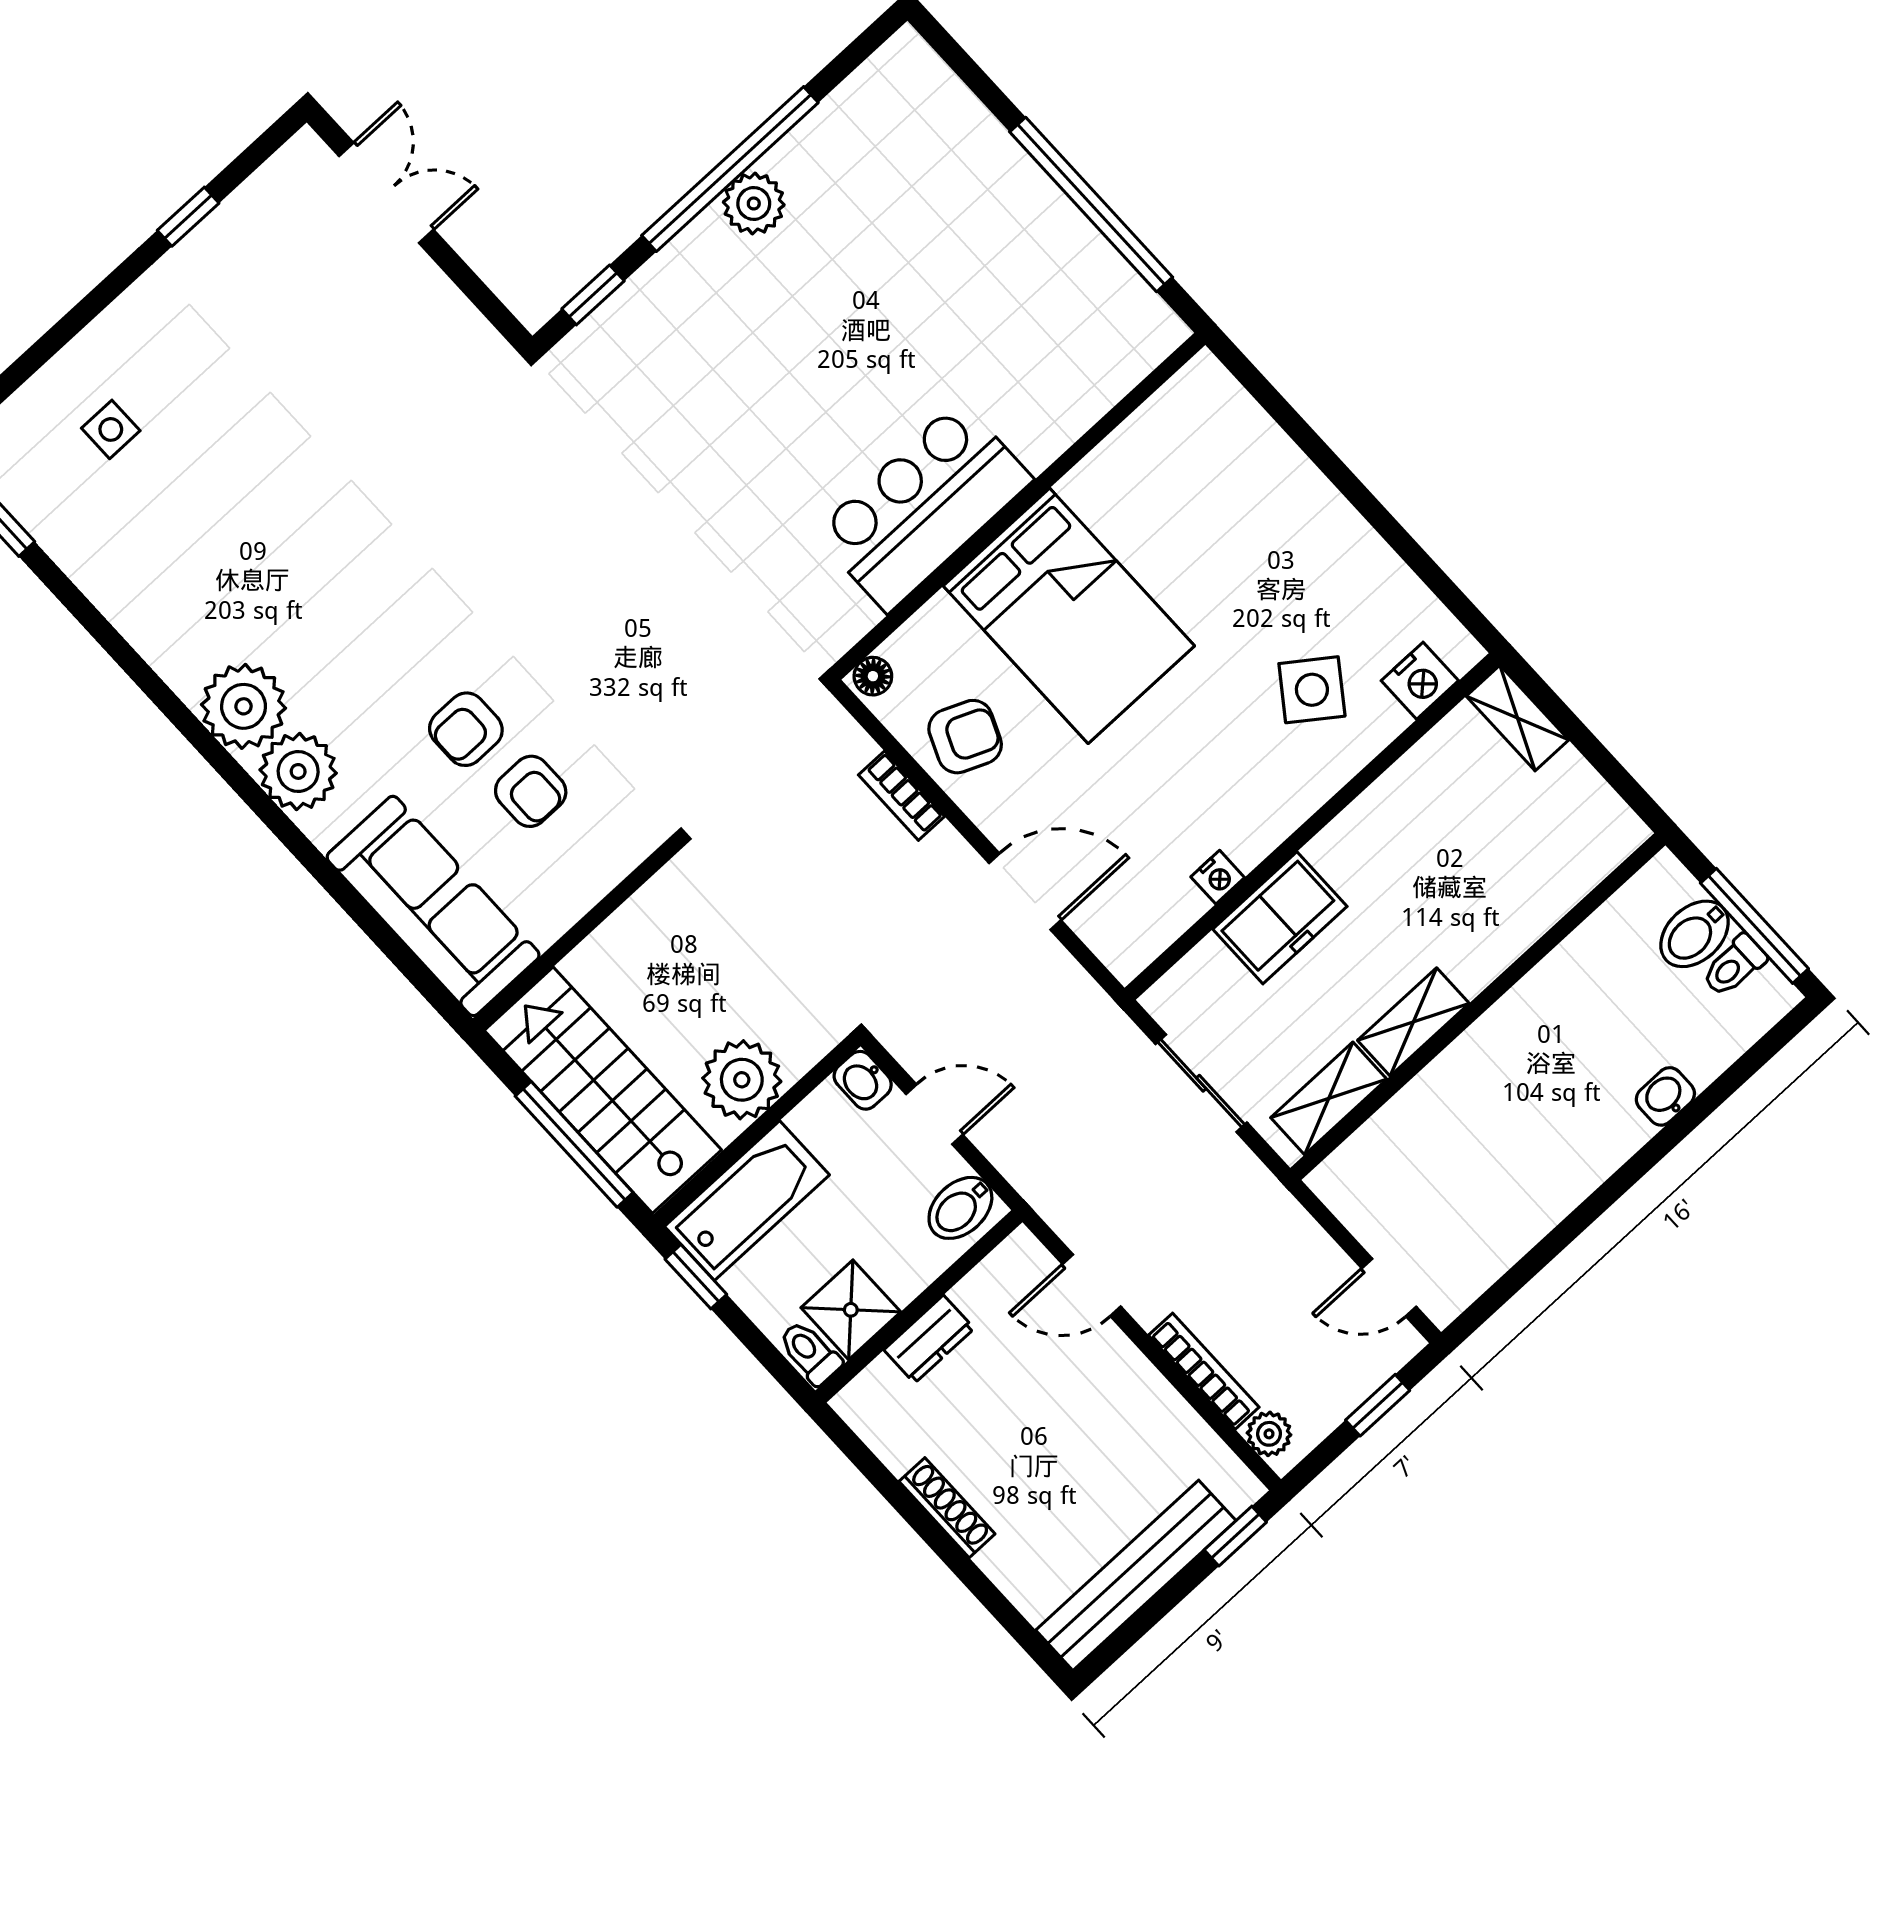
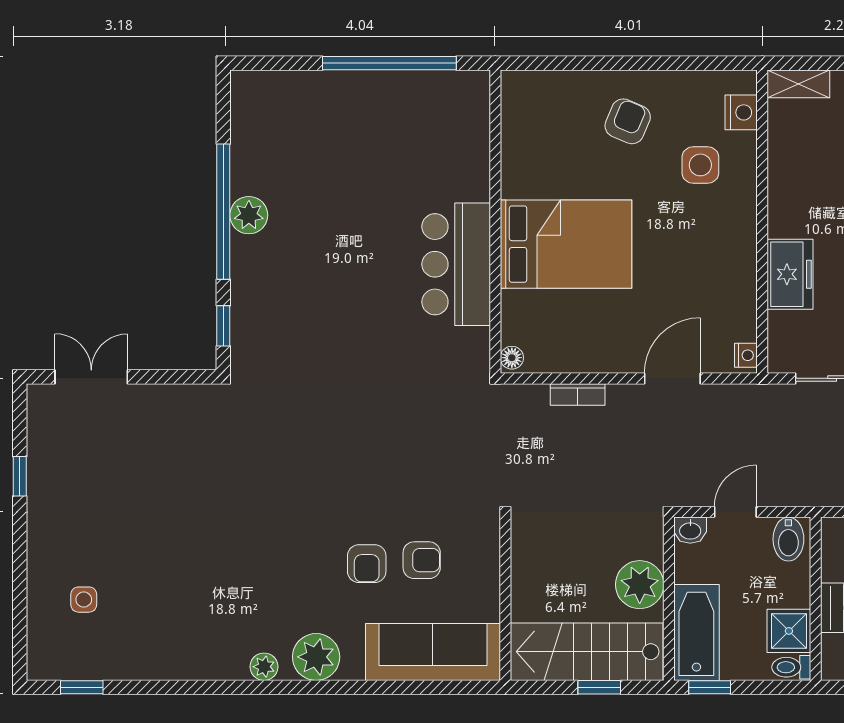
side table: (1312, 690) -> (700, 165), turned -36
plant: (244, 706) -> (264, 667), width x0.53, depth x0.53
armchair: (965, 737) -> (628, 121), moved
nightstand: (1218, 877) -> (746, 355), moved
window: (574, 1144) -> (599, 687), width x0.46

